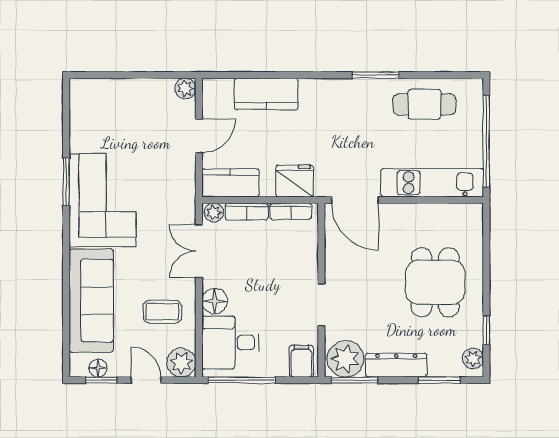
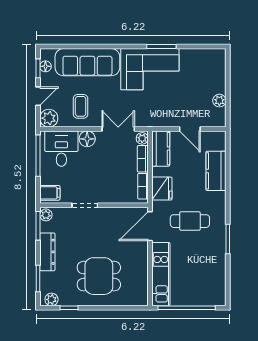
plant: (185, 88) -> (219, 101), moved
cafe table: (424, 104) -> (190, 221), moved, turned 90
plant: (345, 359) -> (46, 215), width x0.53, depth x0.53

